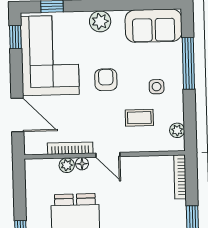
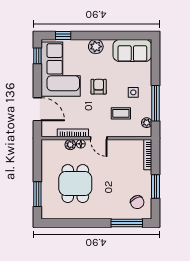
window: (188, 63) -> (156, 103), moved

